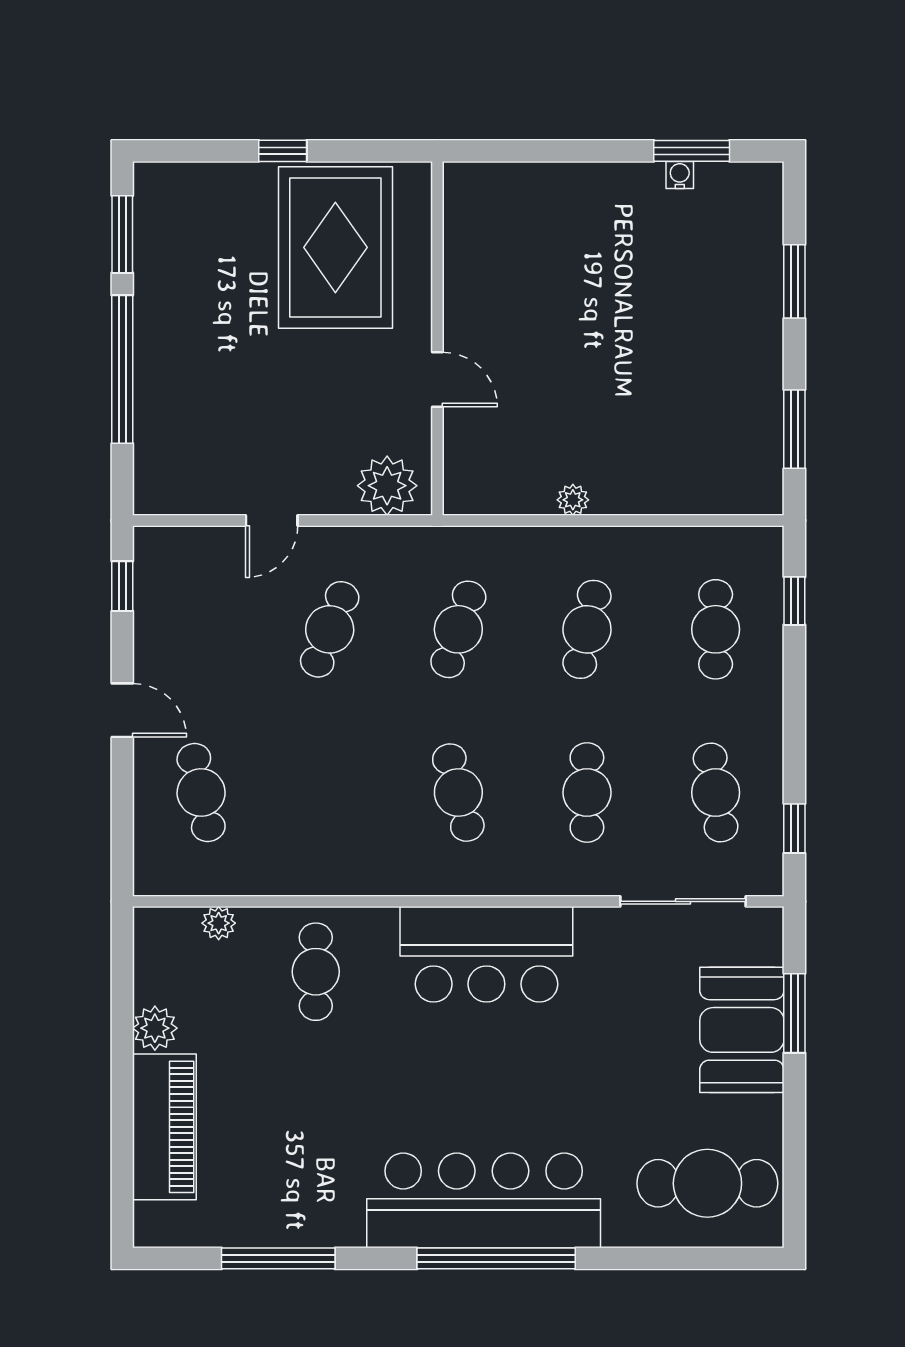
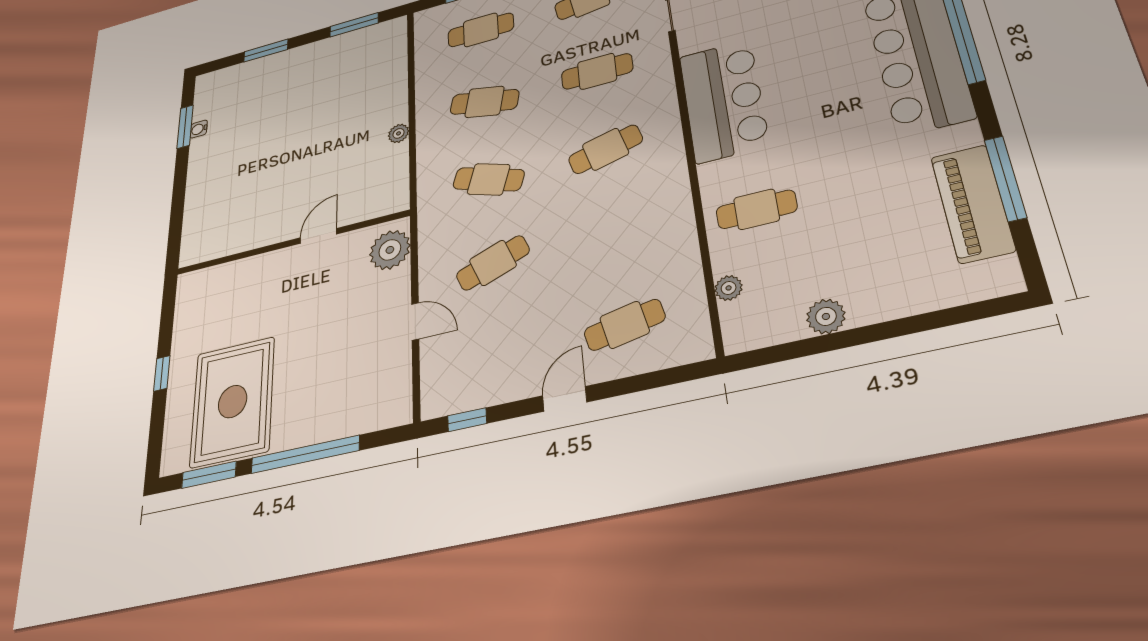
rug: (335, 247) -> (233, 402), moved, turned 90
cafe table: (330, 629) -> (493, 263), turned -42
piano: (164, 1127) -> (973, 203), moved, turned -90

